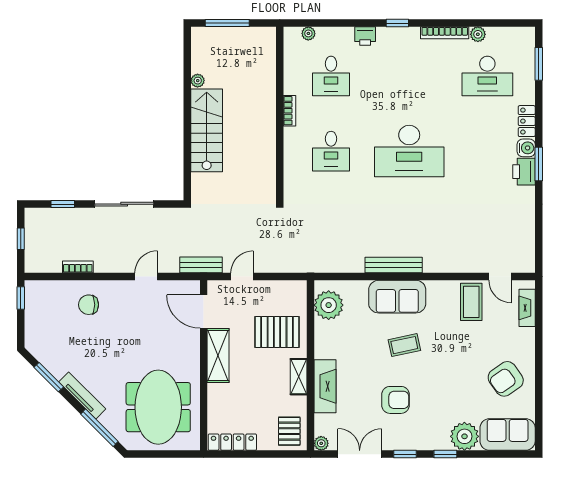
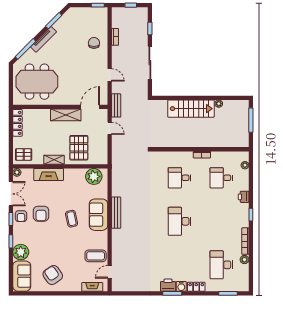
desk: (409, 151) -> (179, 221), width x0.73, depth x0.77
armchair: (400, 436) -> (21, 216), added

